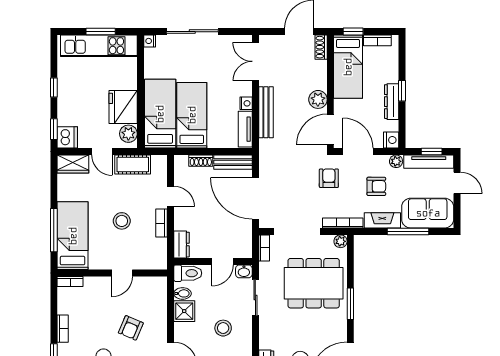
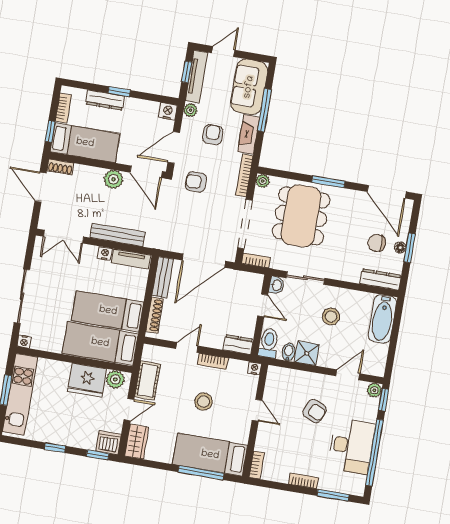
dresser: (392, 102) -> (105, 100), moved
shoe rack: (201, 161) -> (155, 315), width x1.43
nightstand: (162, 264) -> (254, 368), added

